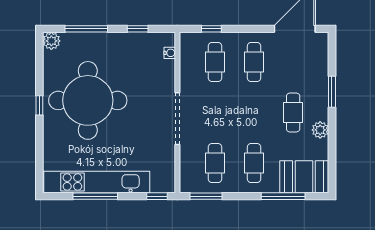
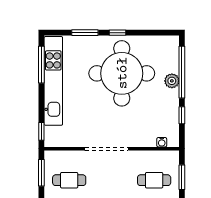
window: (86, 29) -> (182, 72), width x1.46
window: (211, 29) -> (182, 177), width x1.50
plant: (51, 41) -> (172, 81), moved
window: (39, 144) -> (85, 33), added
window: (95, 196) -> (41, 65), moved

